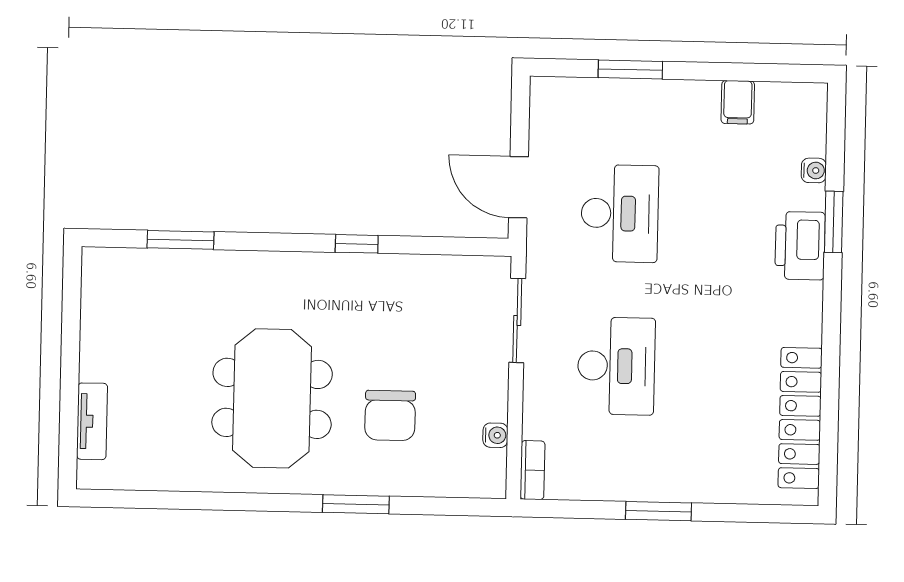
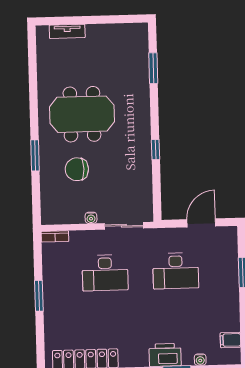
filing cabinet: (738, 102) -> (230, 340), moved
door: (518, 187) -> (201, 223), moved
water cooler: (495, 435) -> (91, 218), moved

